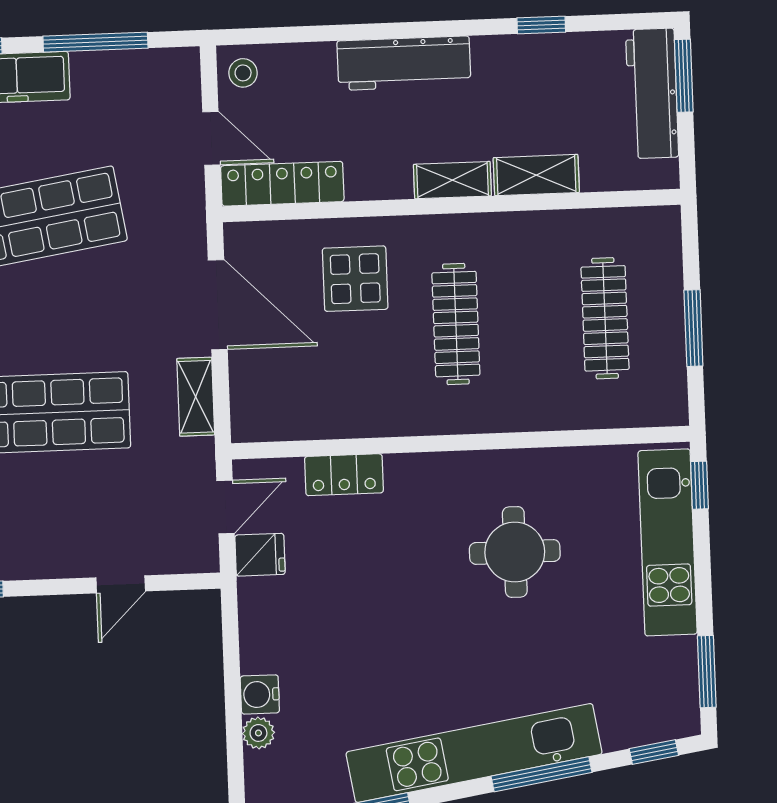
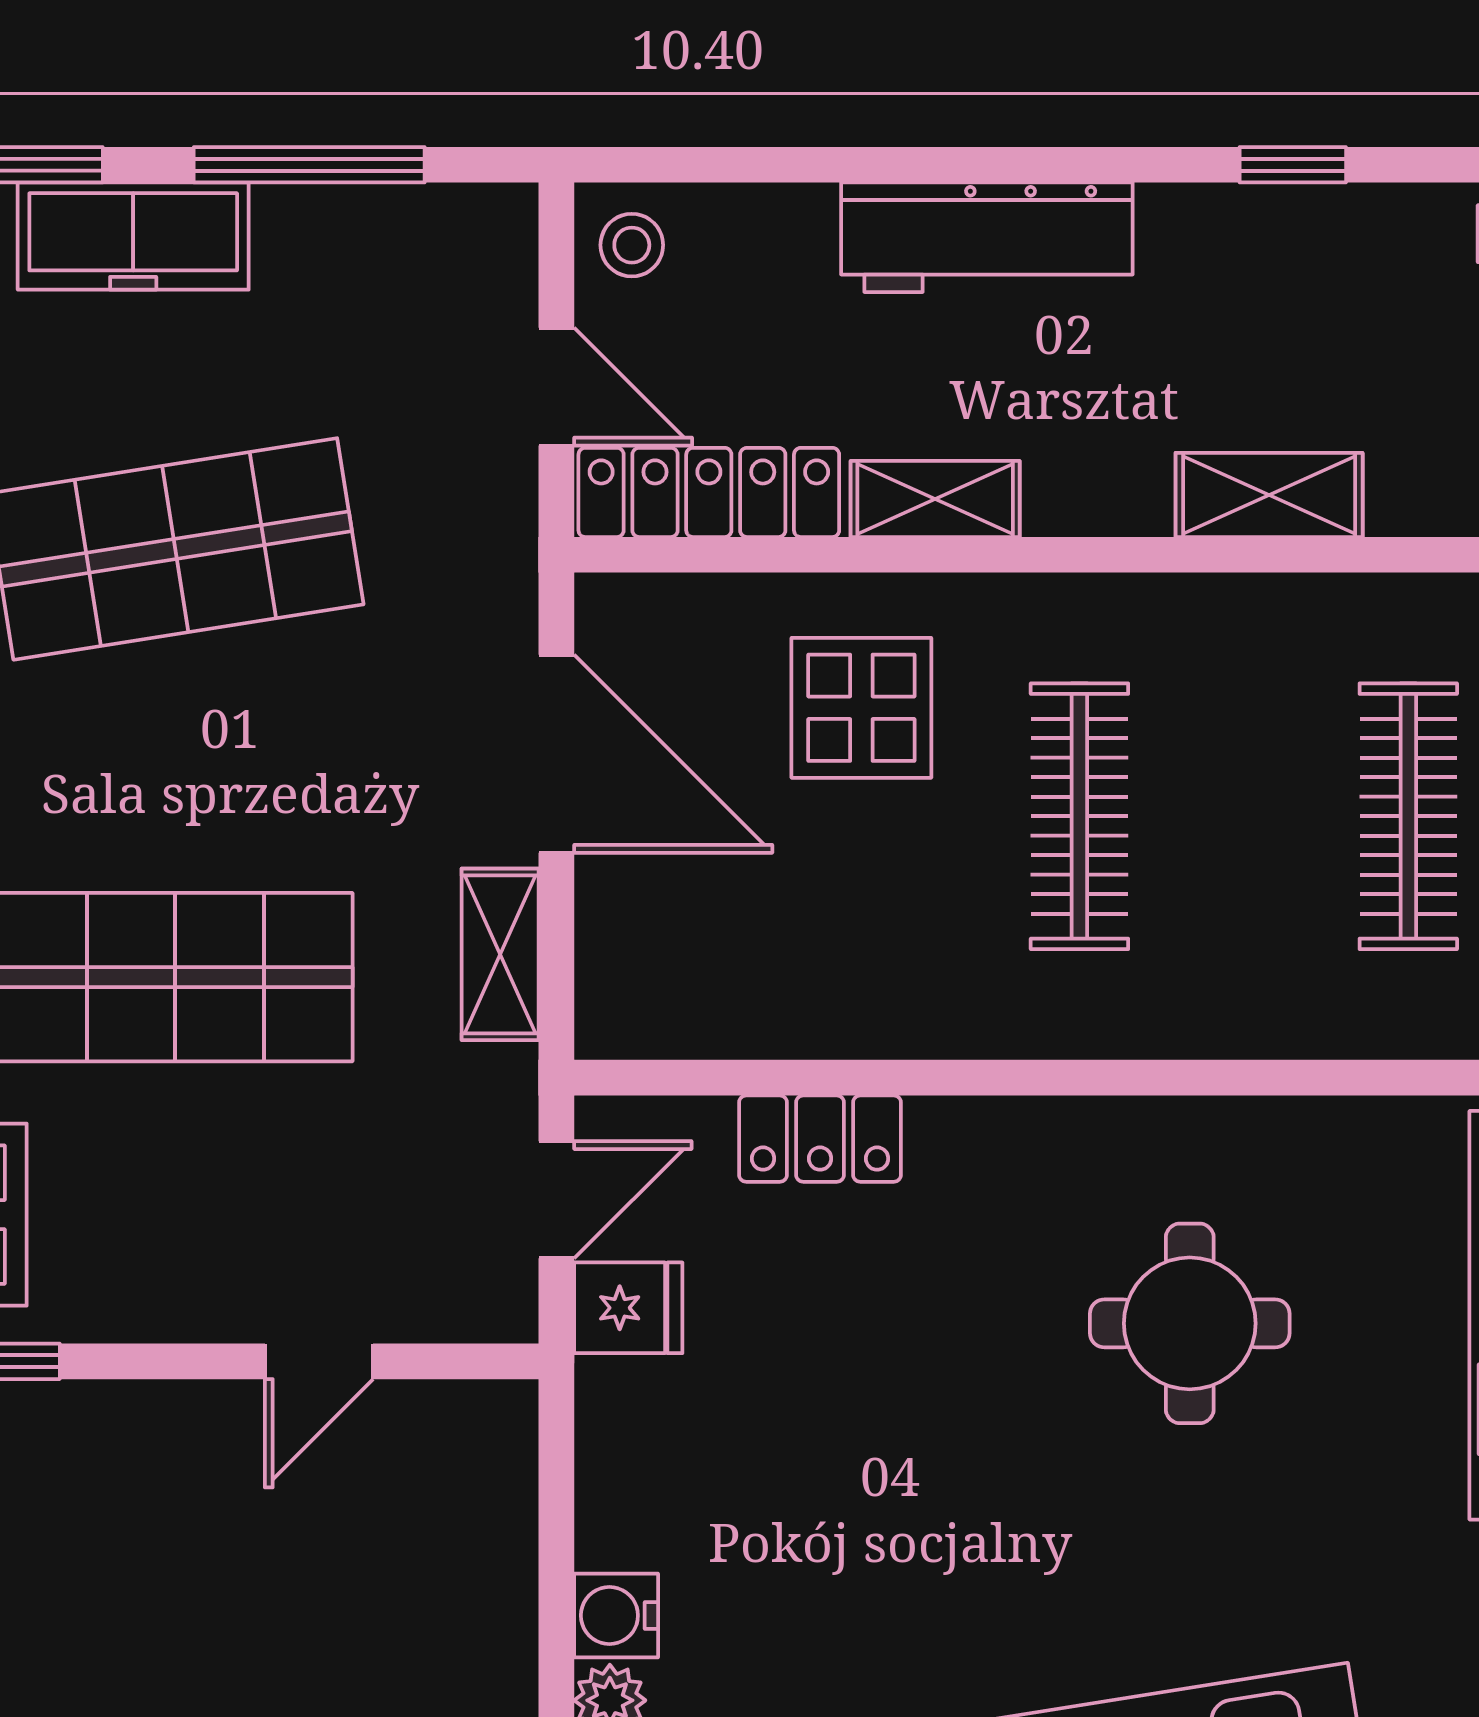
shelving: (452, 180) -> (935, 499), moved

